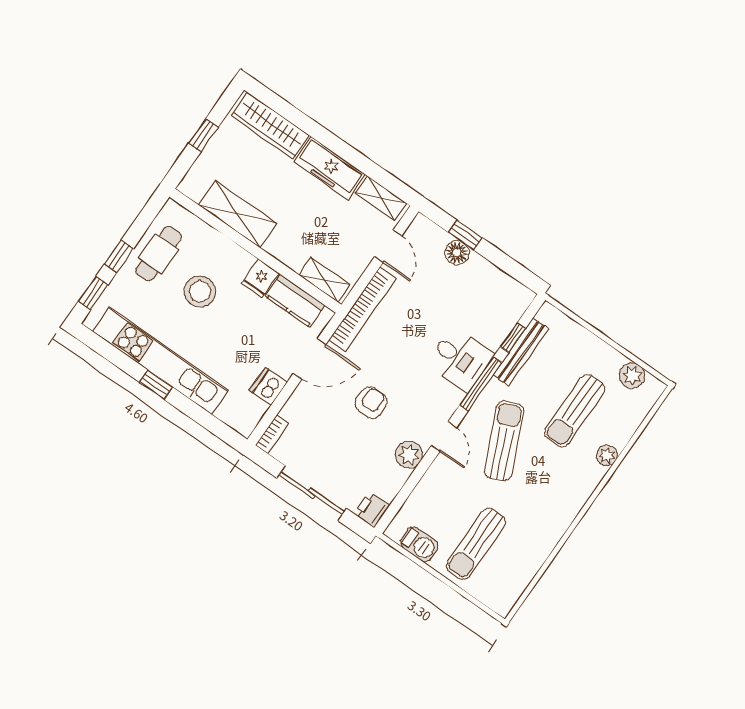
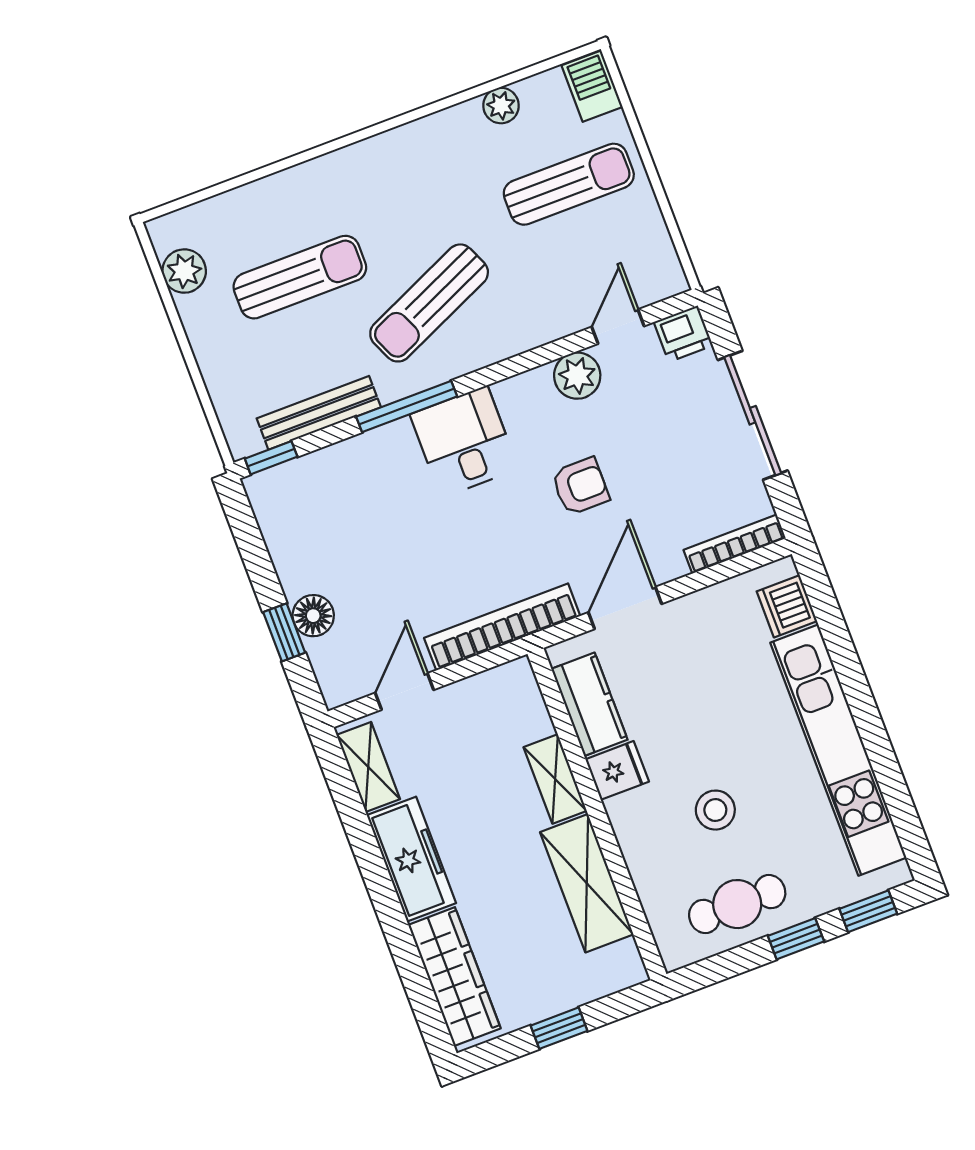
shelving: (324, 280) -> (555, 779), moved
stool: (200, 292) -> (715, 810), width x0.73, depth x0.73
window: (513, 338) -> (271, 458), moved
door: (310, 359) -> (625, 608), hinge flipped
desk: (460, 359) -> (464, 442), moved
window: (156, 385) -> (868, 721), removed
dishwasher: (268, 386) -> (787, 606), moved, turned 90
armchair: (371, 403) -> (580, 486), turned 180
bookcase: (272, 434) -> (735, 544), width x1.56
door: (444, 436) -> (618, 327), moved
plant: (607, 455) -> (501, 106), moved
barbecue: (419, 544) -> (592, 86), moved

